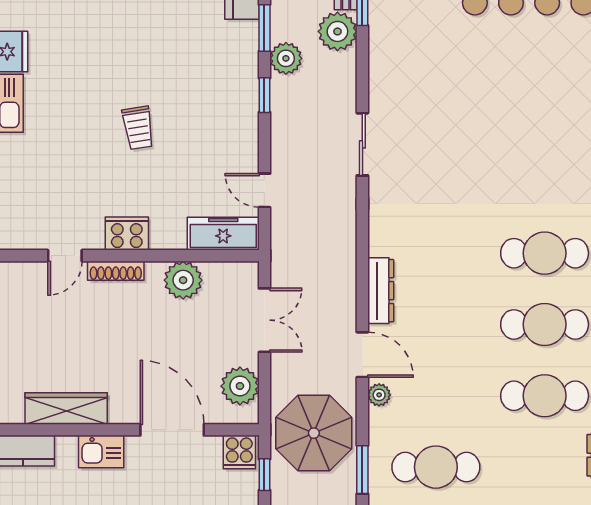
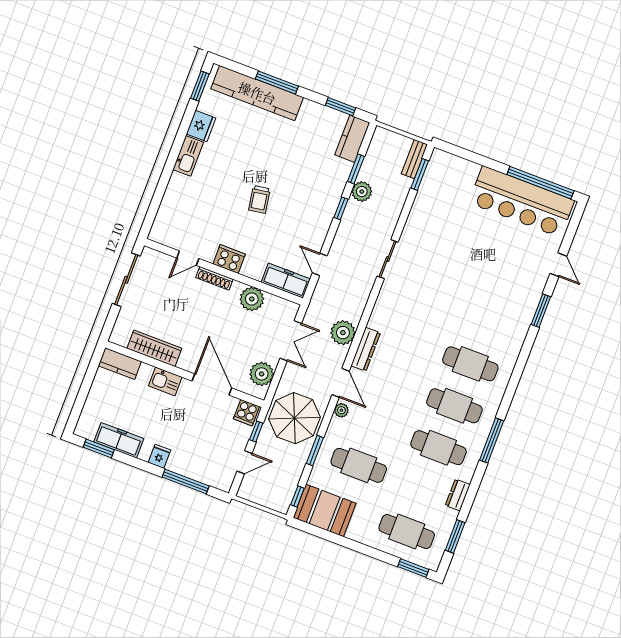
plant: (337, 31) -> (343, 333), moved

